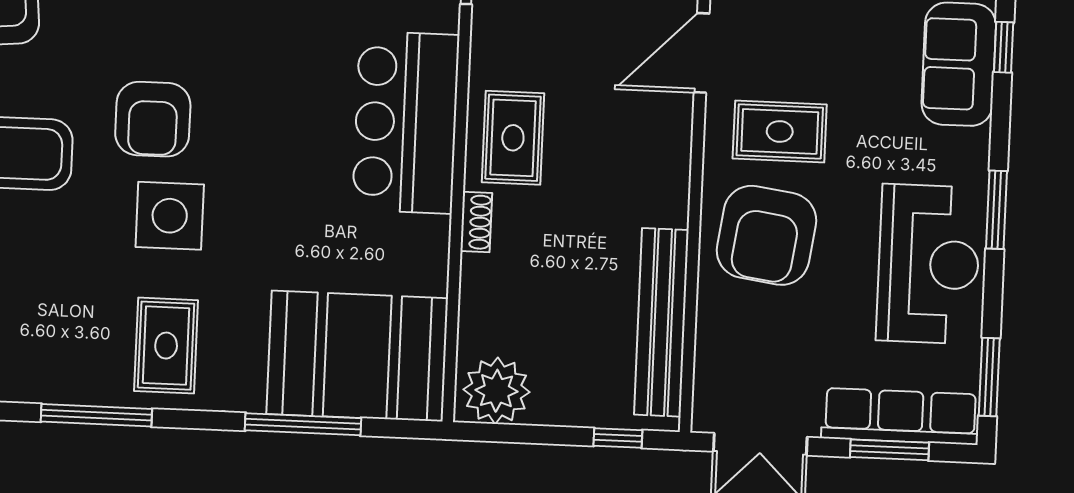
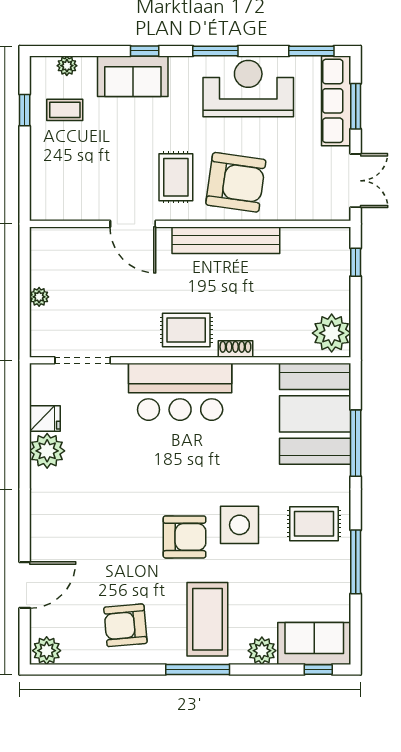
window: (1004, 47) -> (145, 51), moved
bench: (661, 322) -> (226, 240), moved

